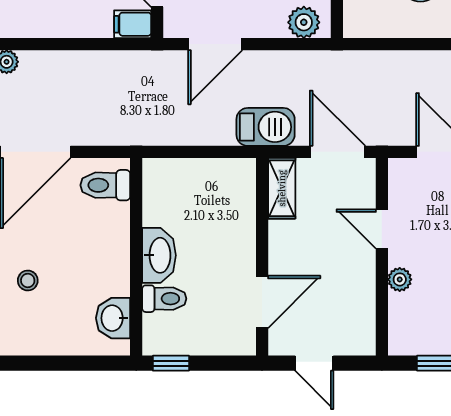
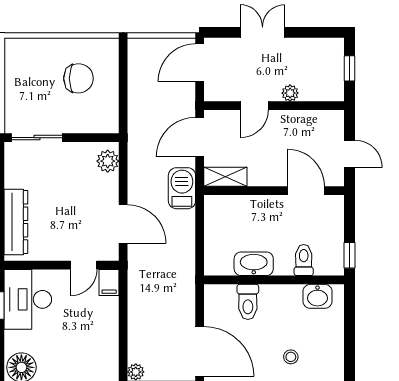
toilet: (105, 185) -> (248, 302), moved
washbasin: (159, 255) -> (254, 264), moved
door: (314, 363) -> (349, 154), hinge flipped

